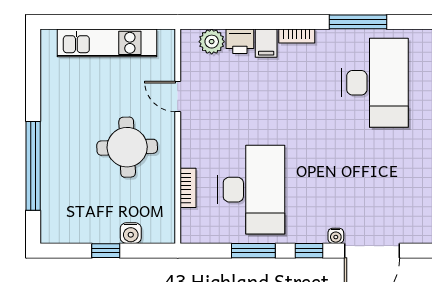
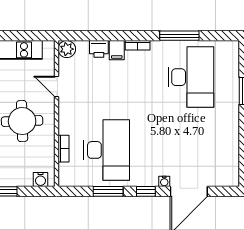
plant: (212, 42) -> (67, 49), moved
water cooler: (131, 233) -> (40, 180), moved

